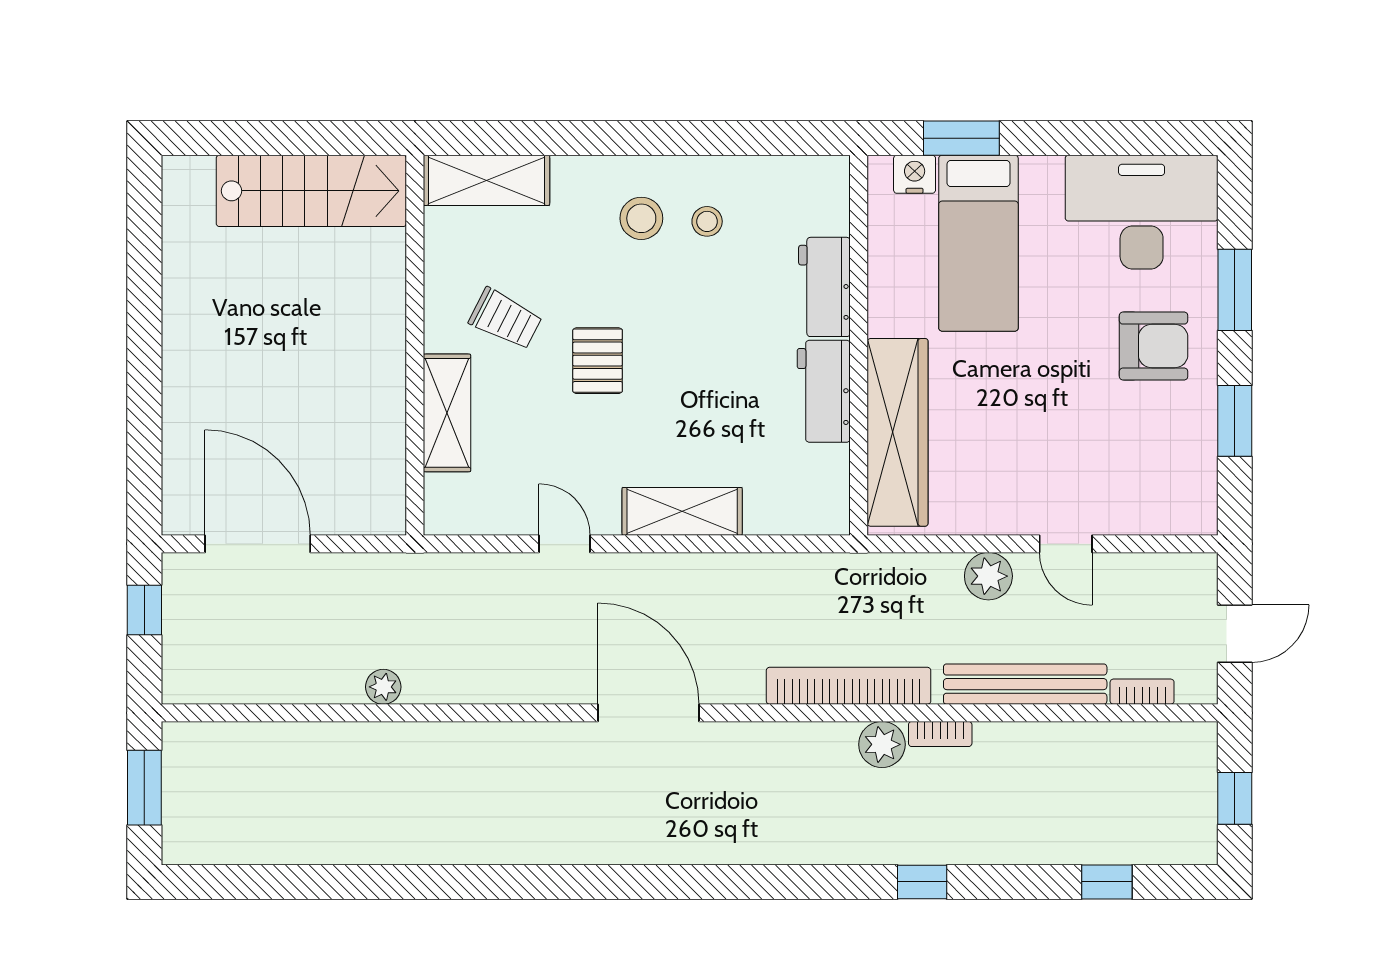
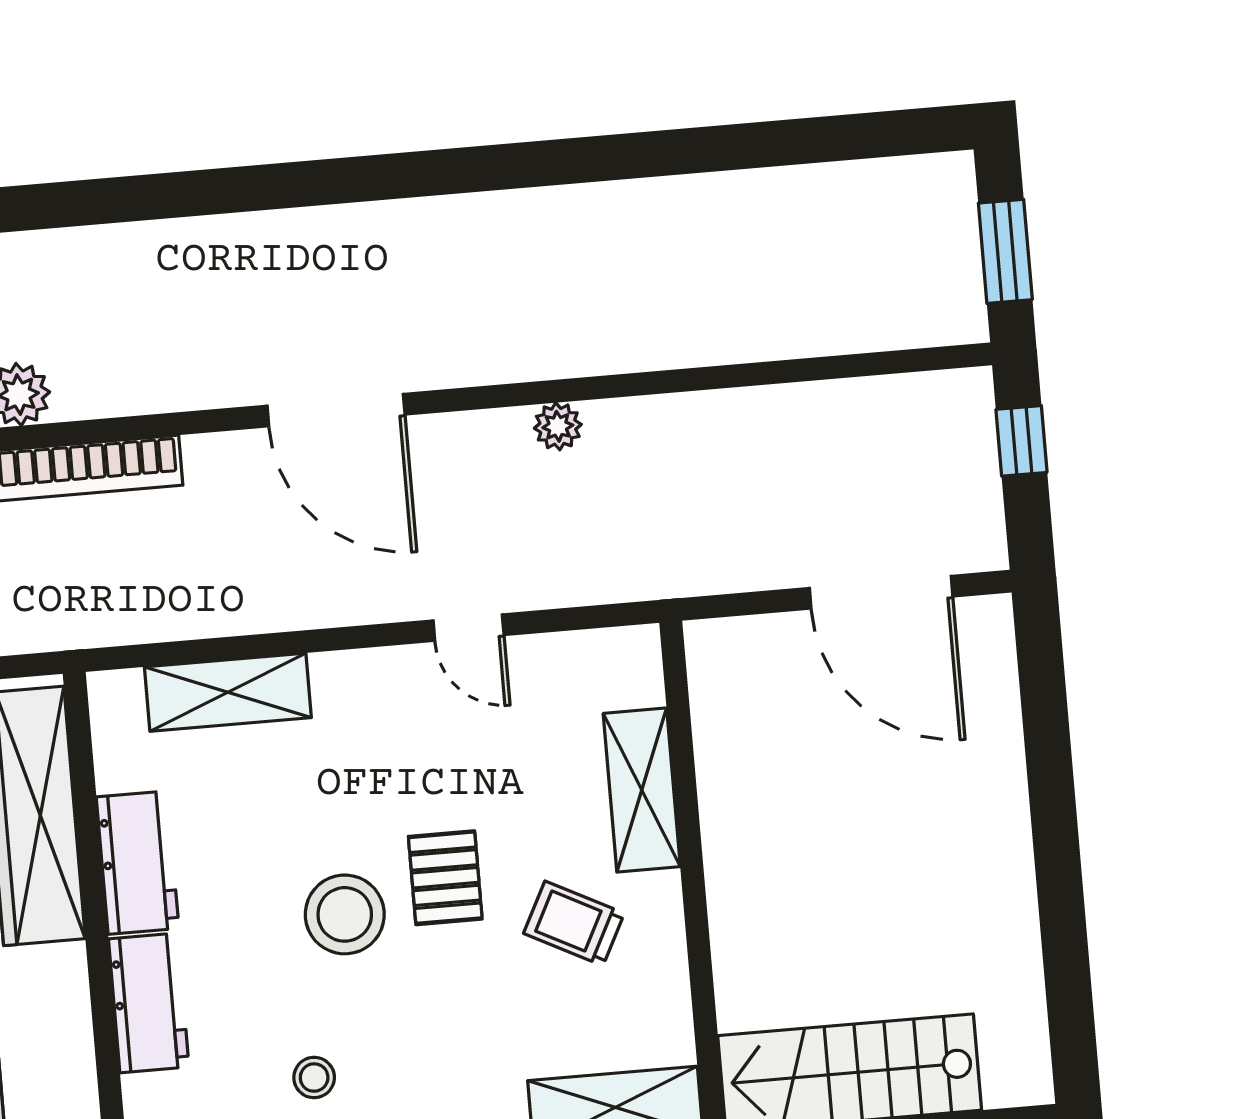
stool: (641, 218) -> (345, 914), moved, width x1.38, depth x1.38
shelving: (682, 511) -> (228, 692), moved
window: (144, 610) -> (1022, 441), moved
plant: (383, 687) -> (558, 426), moved

